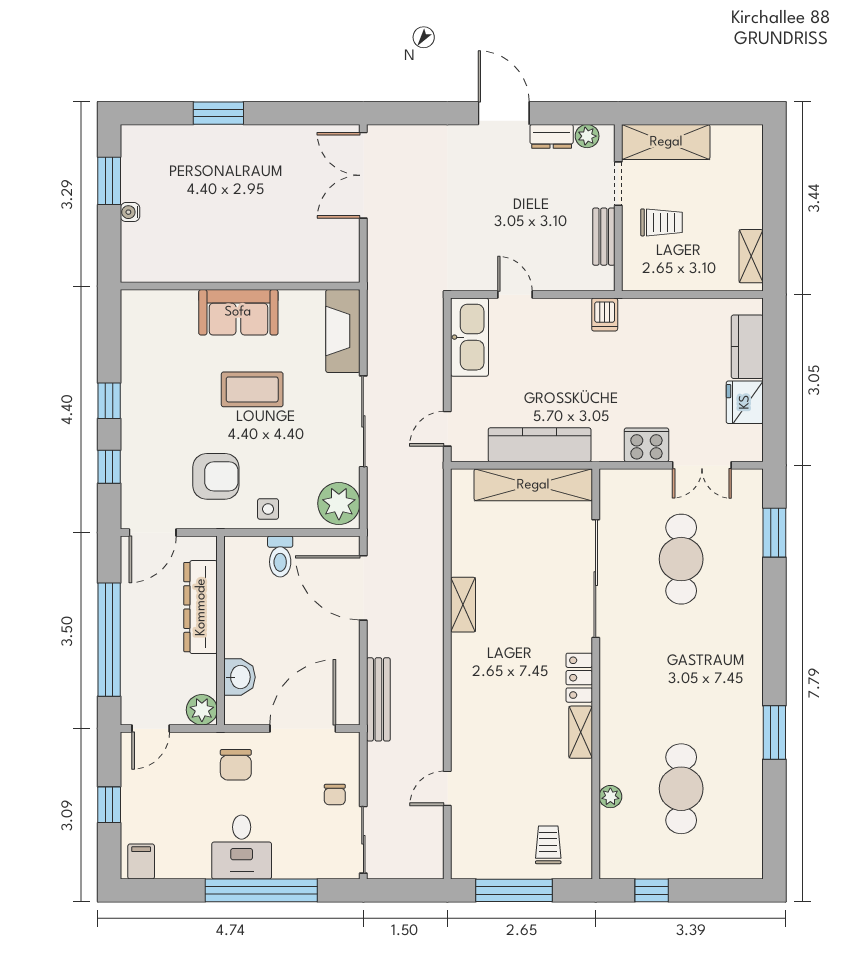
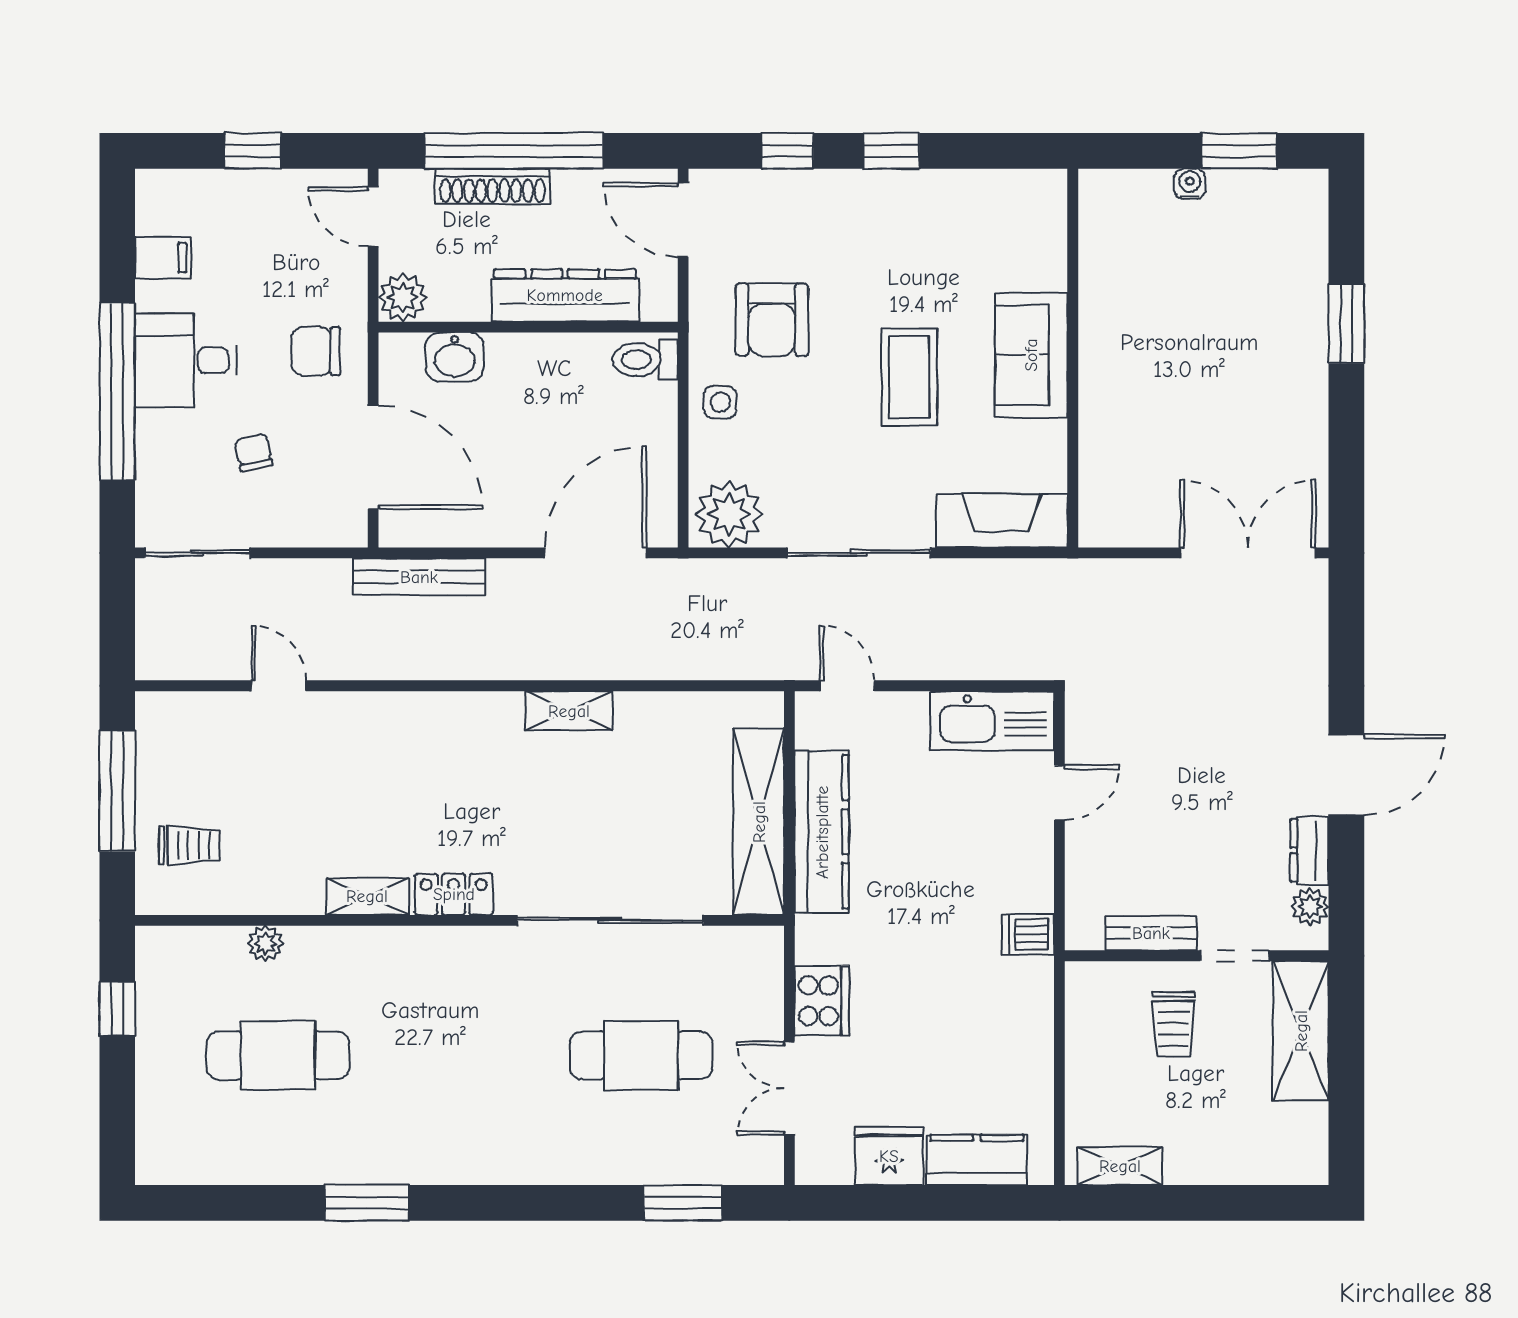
toilet: (280, 557) -> (645, 360), moved
shoe rack: (132, 653) -> (493, 186), added
chair: (335, 795) -> (254, 453), moved, turned 78
filing cabinet: (141, 862) -> (163, 257), moved

